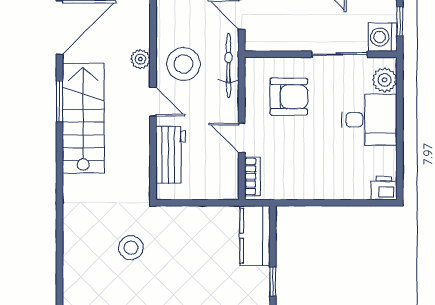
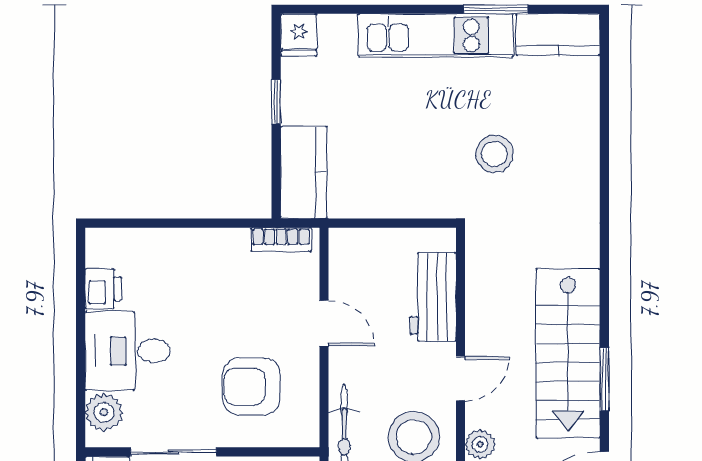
door: (153, 102) -> (461, 379), swing flipped
bookcase: (252, 176) -> (281, 240), moved, turned -90
printer: (384, 188) -> (103, 289), moved, turned -90

